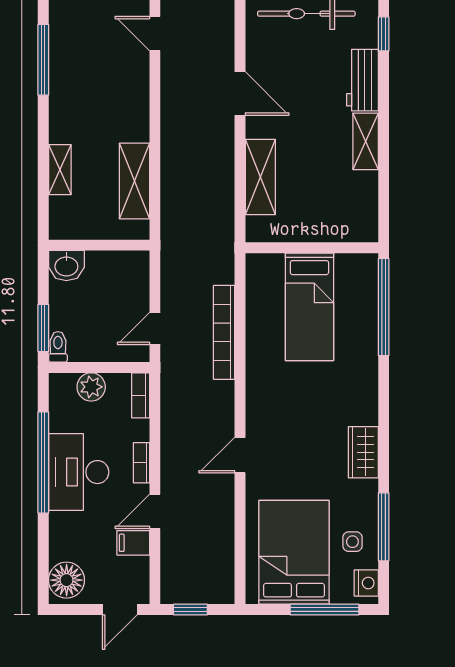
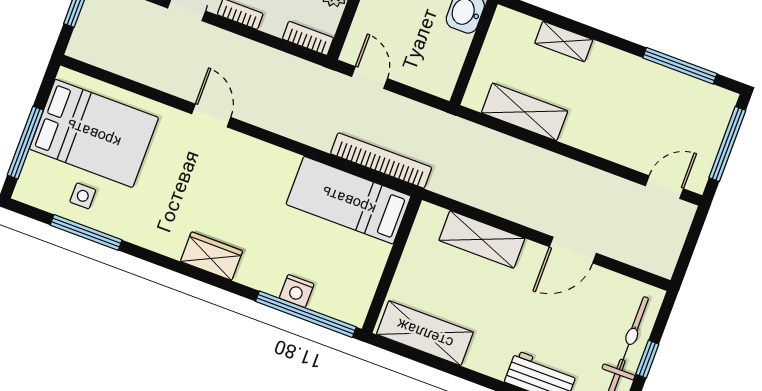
shelving: (366, 141) -> (425, 333), moved, width x1.50, depth x1.33
bed: (309, 307) -> (349, 200), moved
bookcase: (224, 332) -> (381, 161), moved
wardrobe: (363, 452) -> (212, 256), moved
nightstand: (366, 583) -> (297, 291), moved

